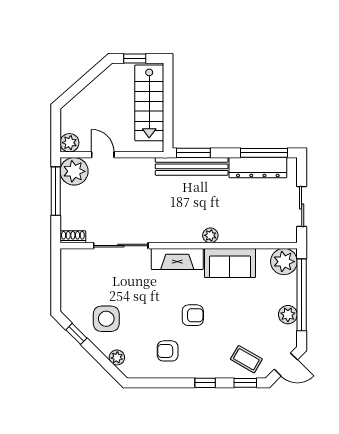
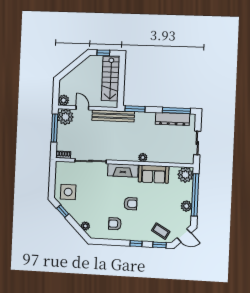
bench: (192, 166) -> (113, 116), moved
side table: (106, 319) -> (68, 192), moved

